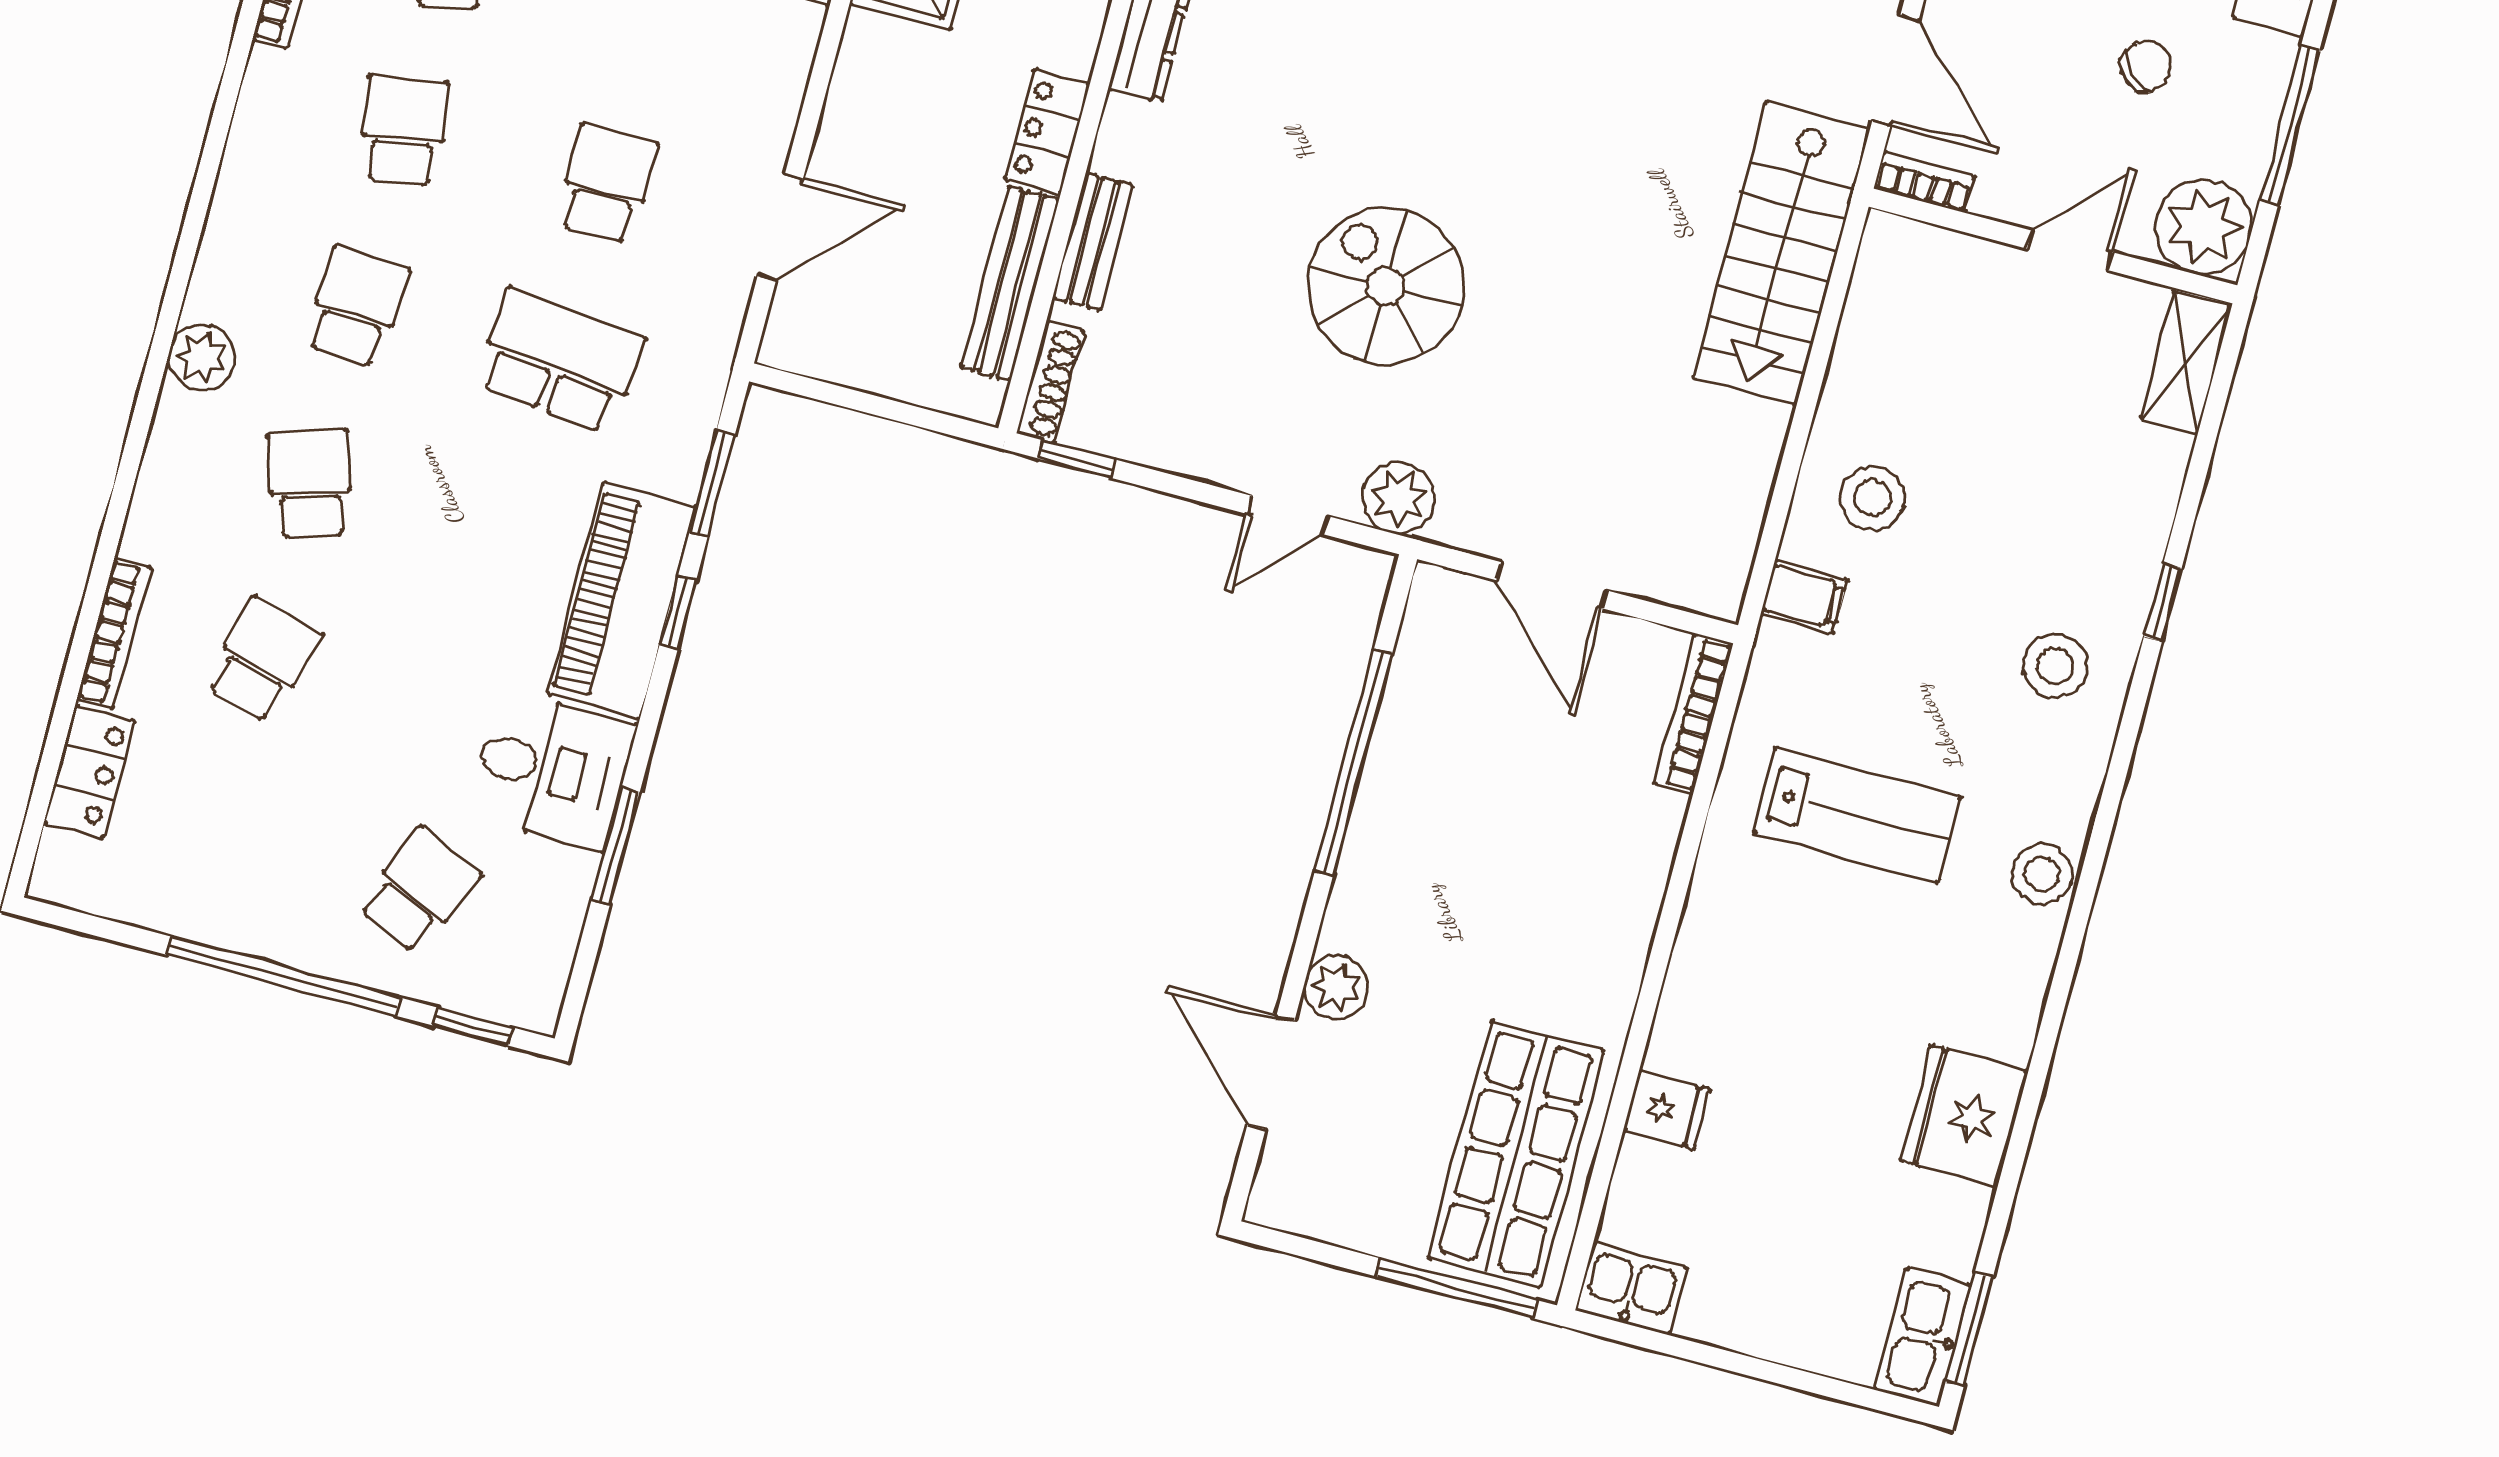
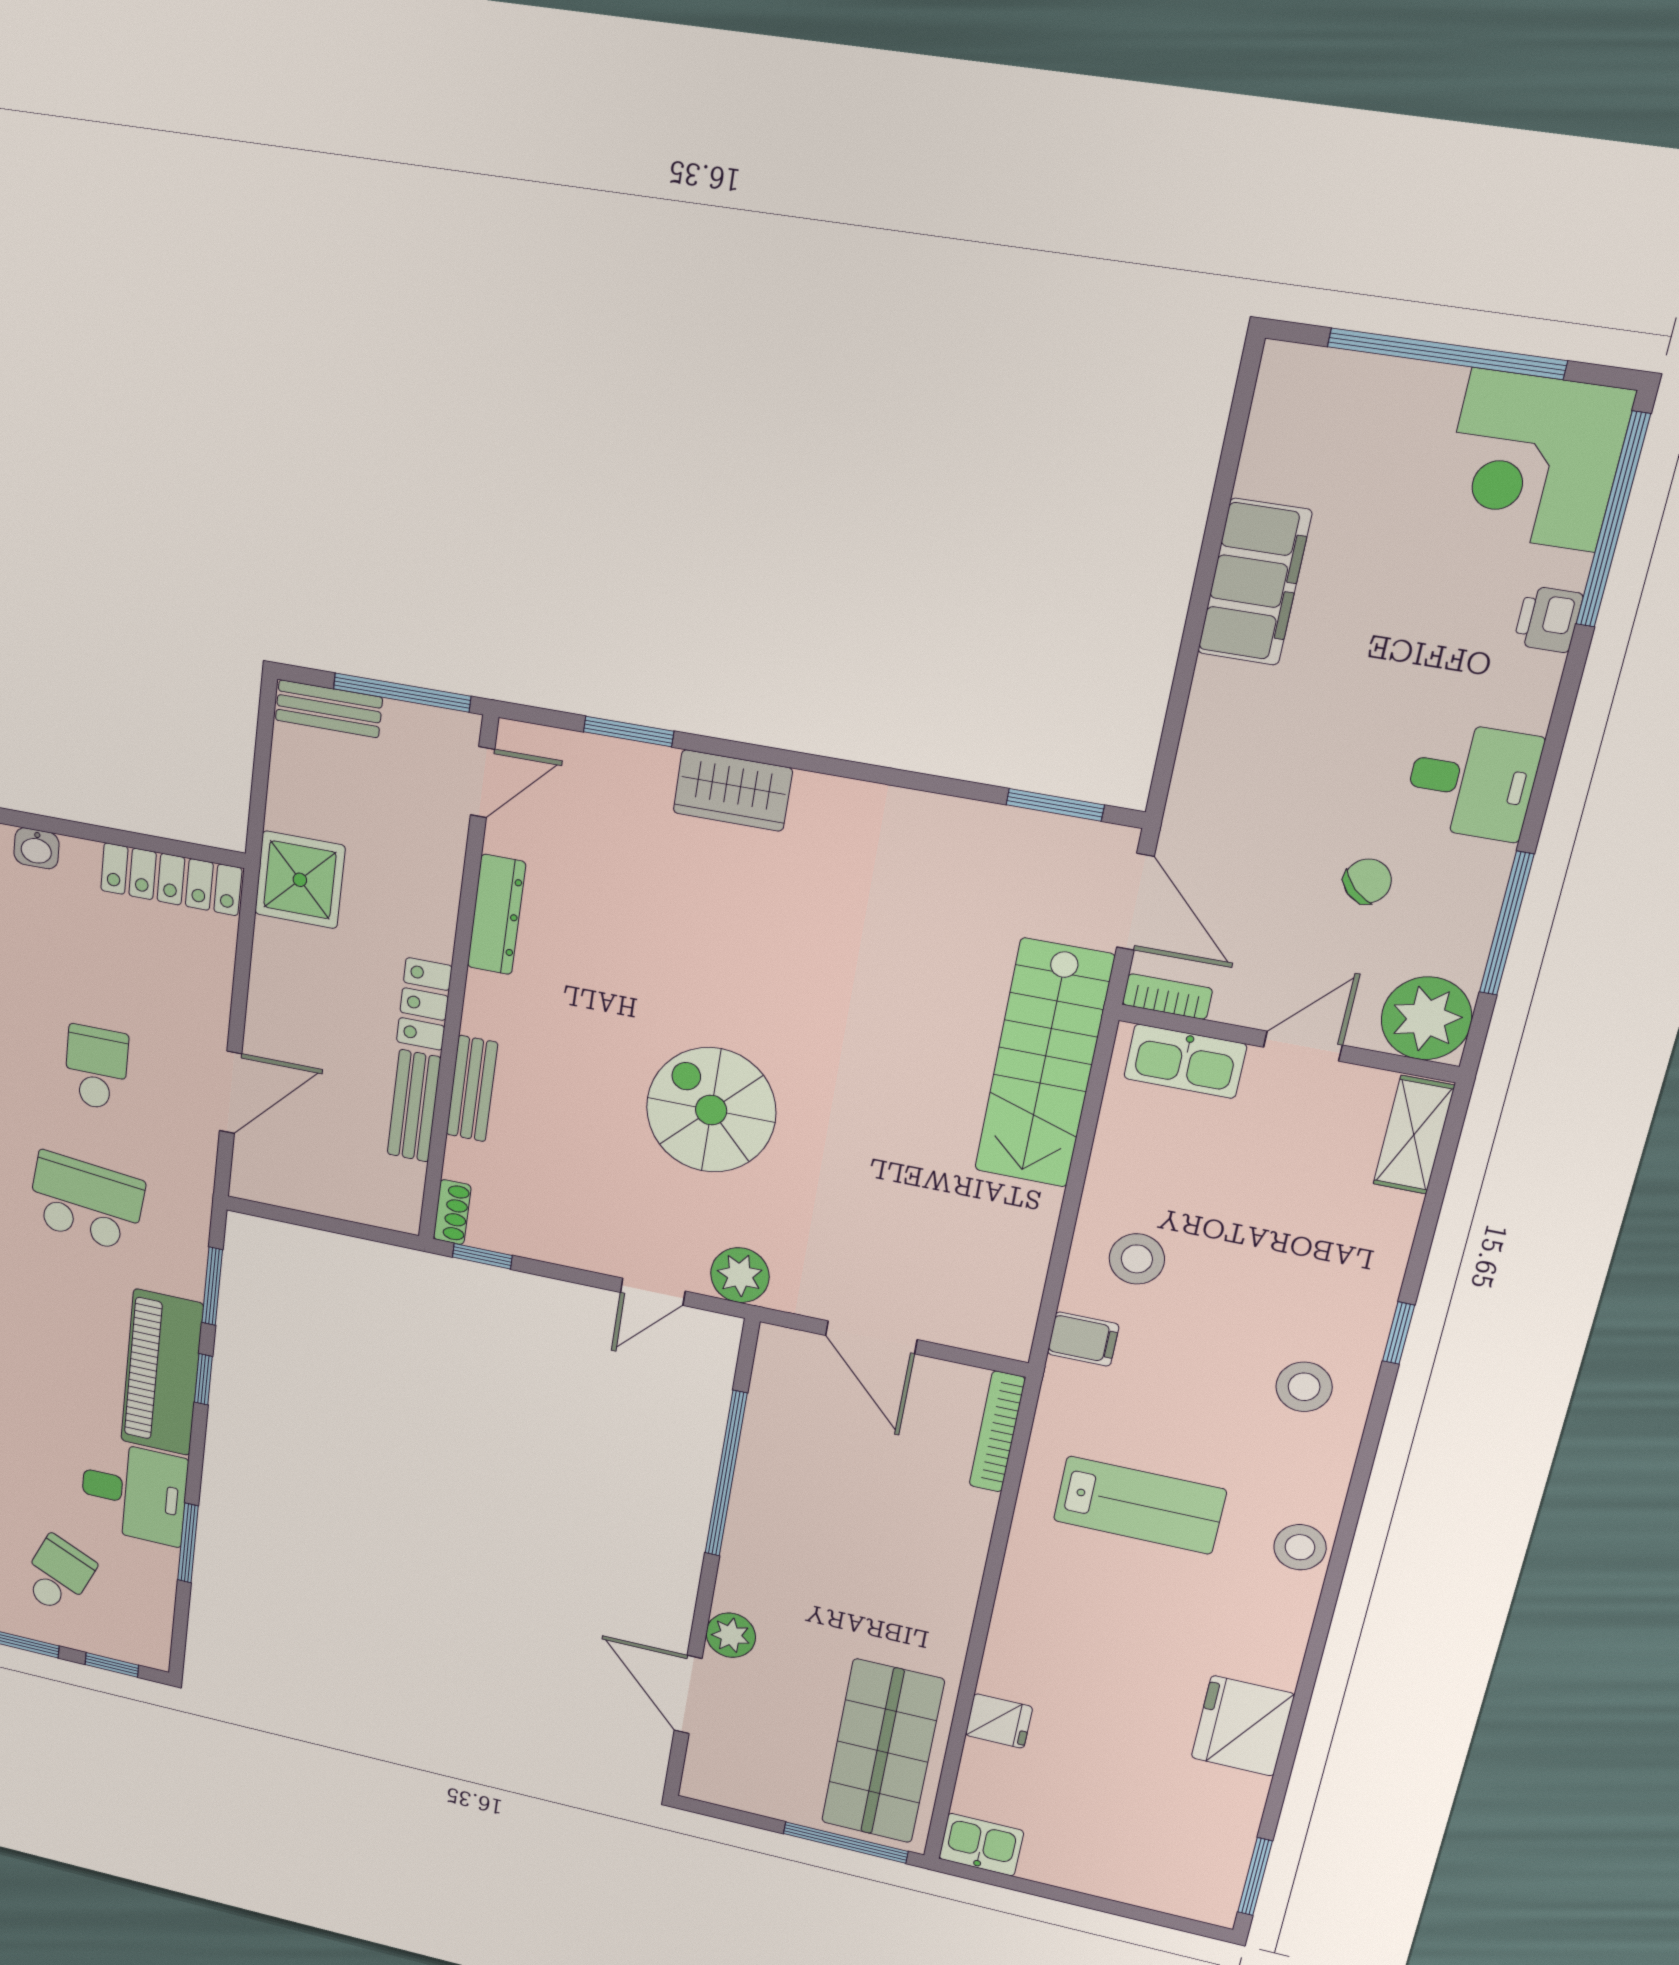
bench: (1010, 283) -> (414, 1106), width x0.73
shoe rack: (1050, 382) -> (452, 1212), width x0.70
kitchen sink: (1923, 1337) -> (1185, 1061), moved, turned -90

